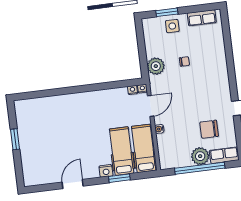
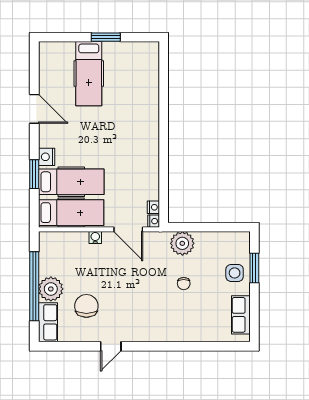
hospital bed: (43, 148) -> (89, 74), added

